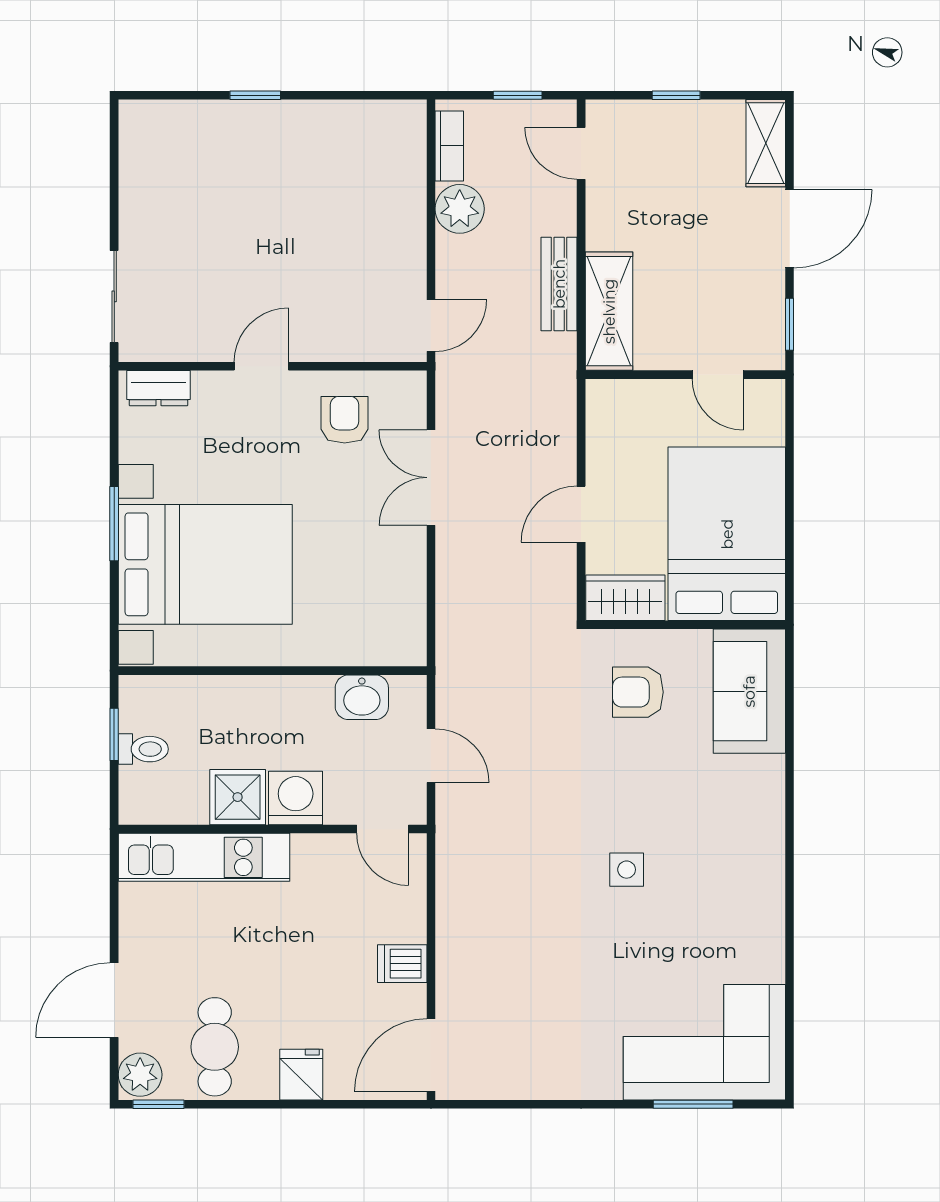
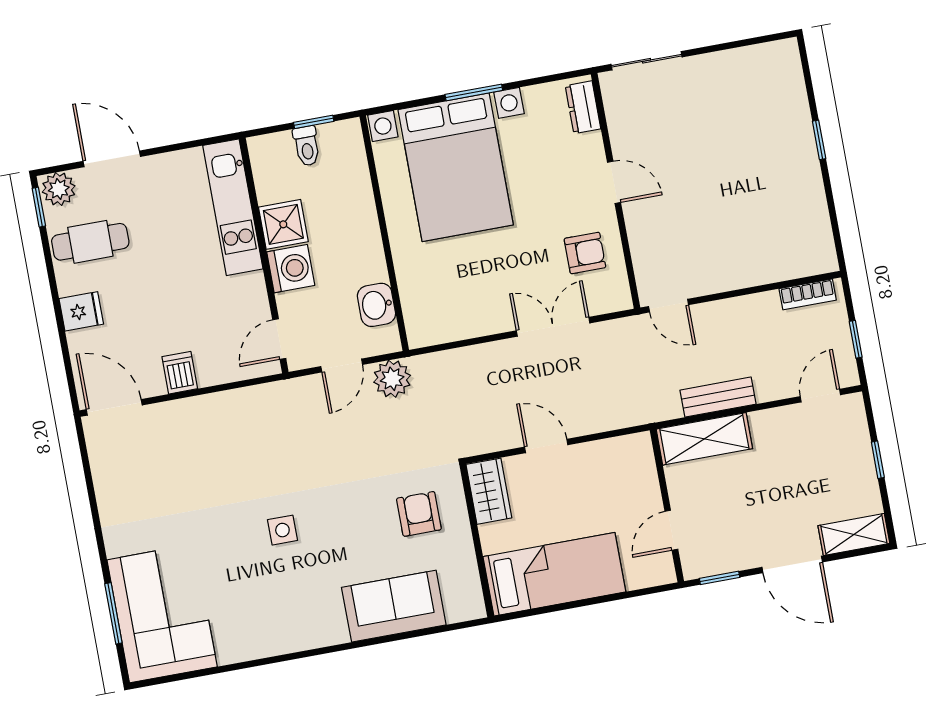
plant: (460, 209) -> (392, 379), moved
bed: (727, 534) -> (554, 574), width x0.67
sofa: (749, 691) -> (394, 606), moved

